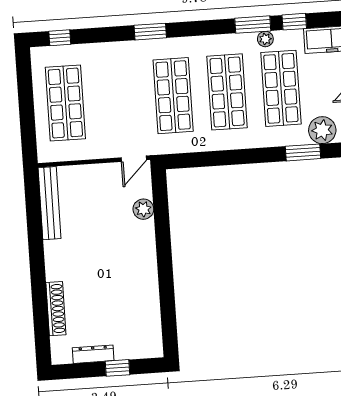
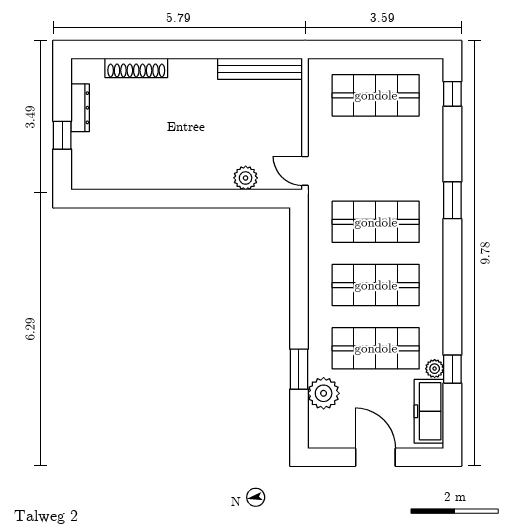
window: (253, 25) -> (452, 320), removed
plant: (265, 39) -> (435, 369), moved

